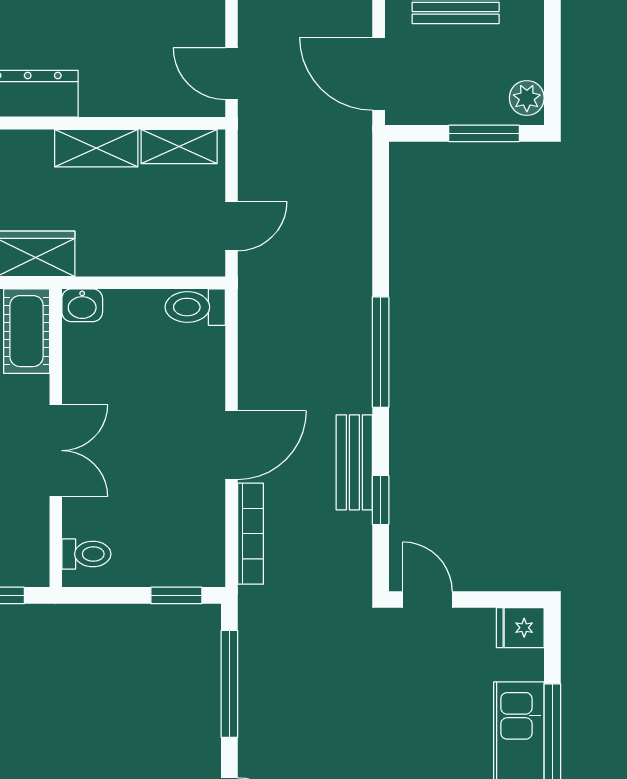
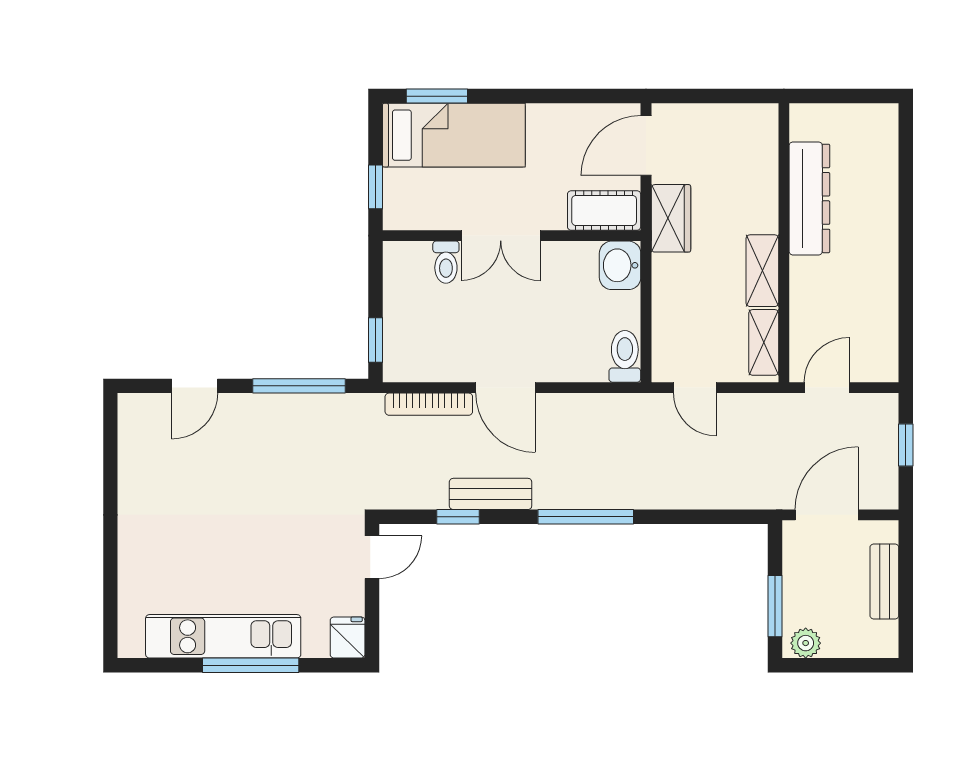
washbasin: (82, 305) -> (620, 265), width x1.38, depth x1.45
toilet: (86, 554) -> (446, 262), moved

